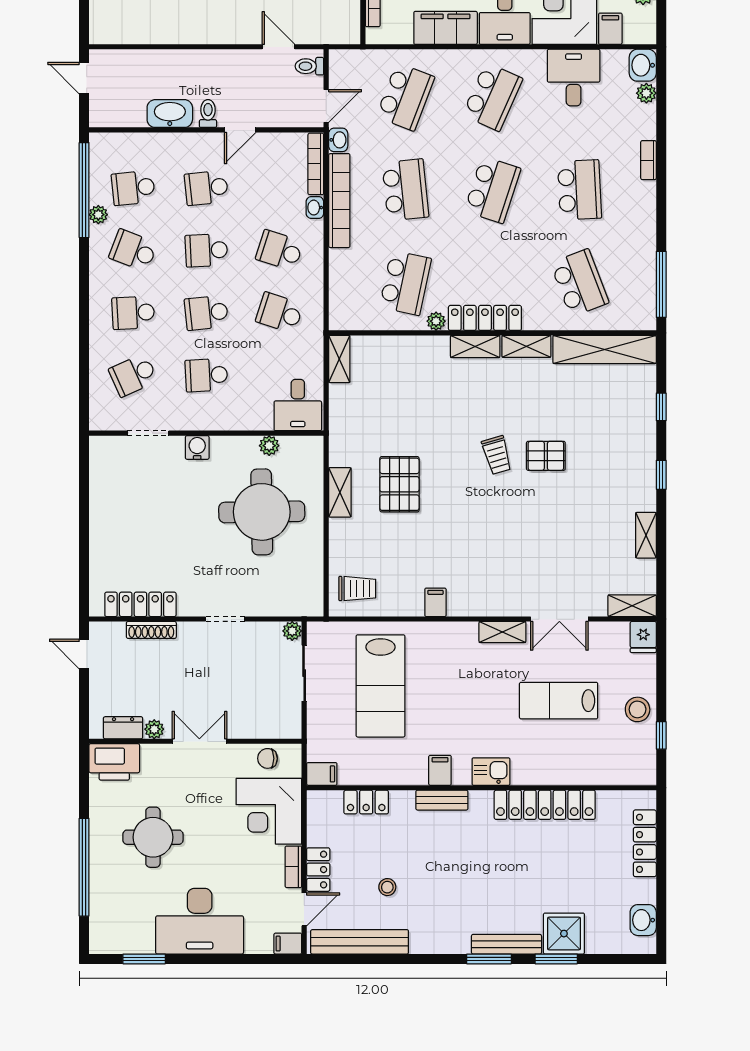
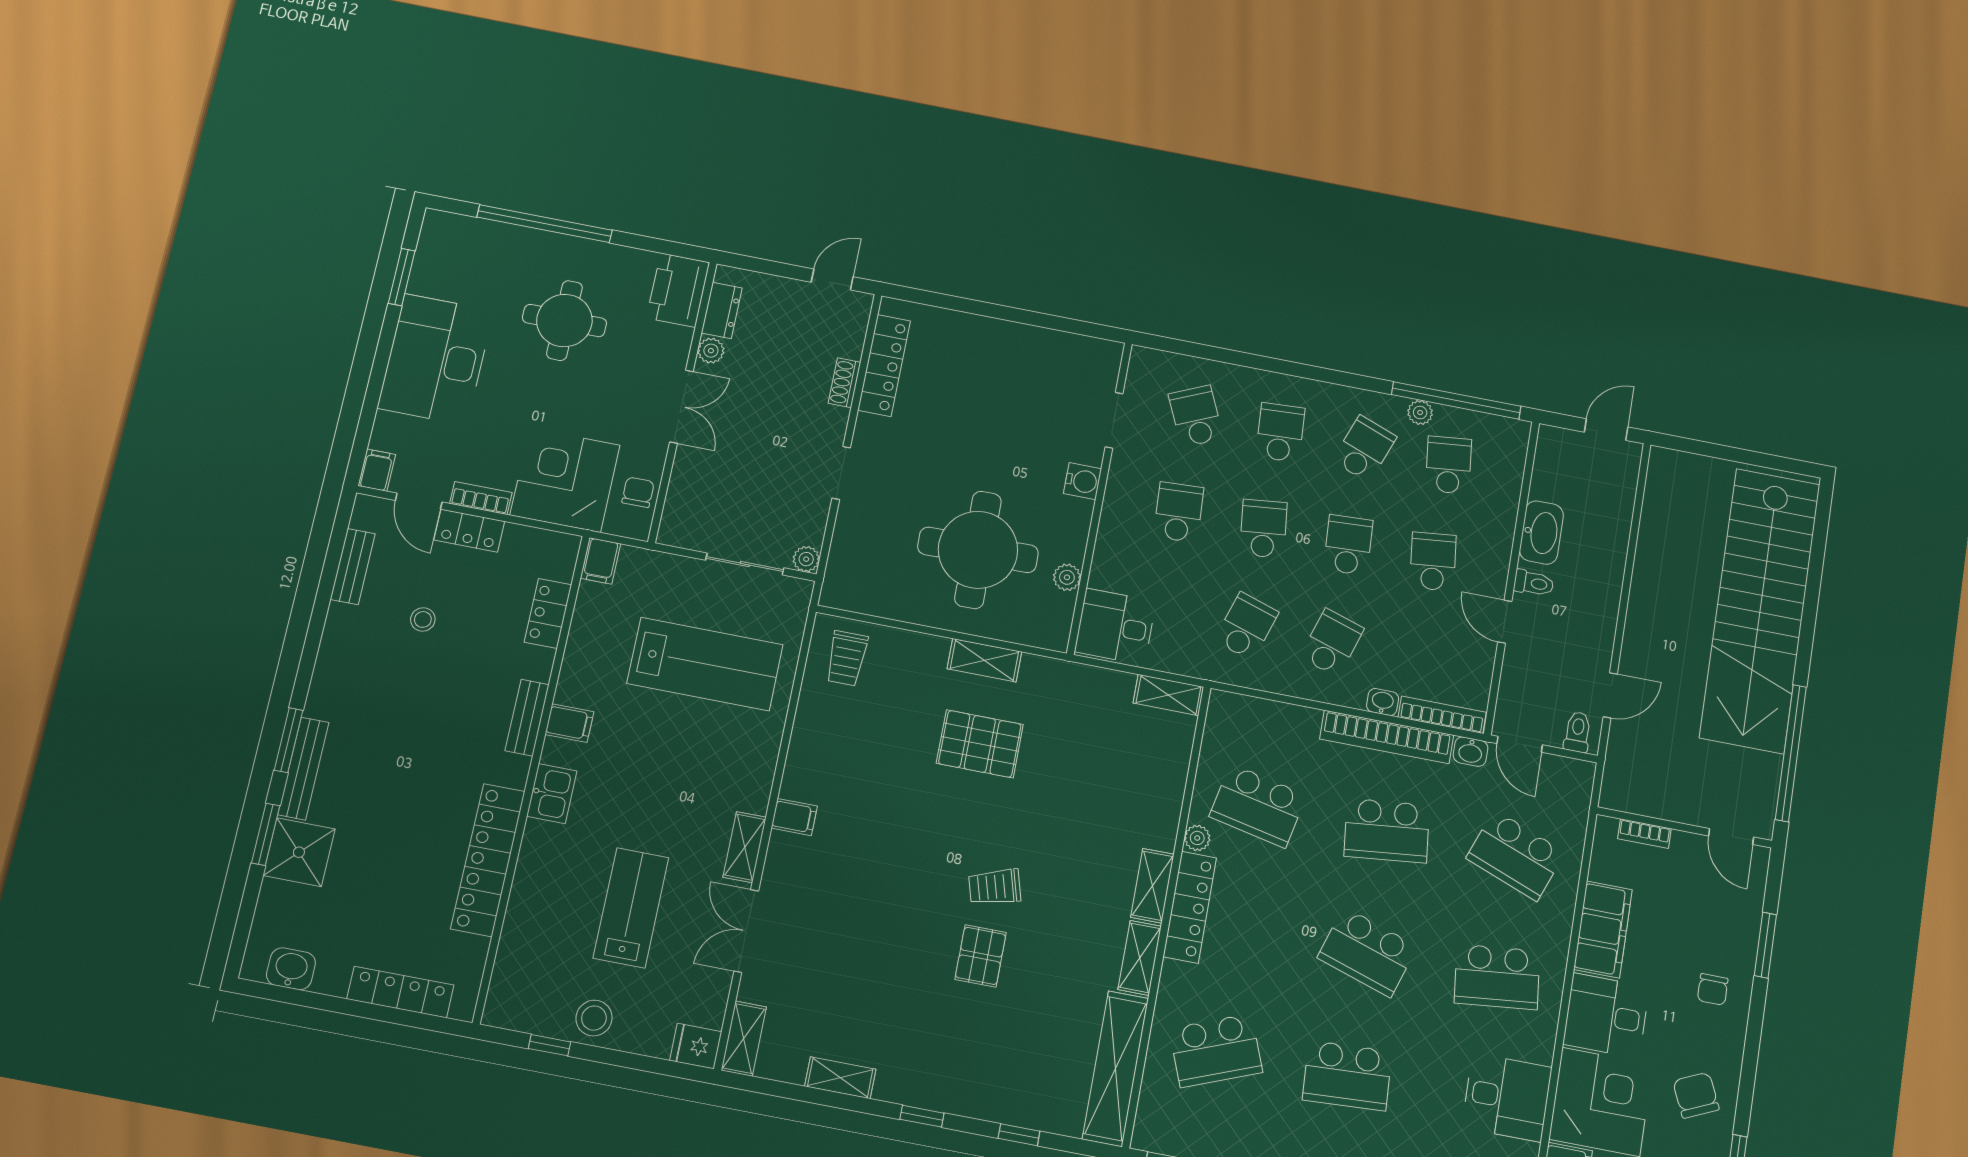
school desk: (492, 97) -> (1497, 977), turned -30
filing cabinet: (435, 602) -> (794, 817), moved
shoe rack: (151, 630) -> (844, 383), width x0.70
lab bench: (380, 686) -> (705, 664), turned 180
bench: (360, 942) -> (353, 567), width x0.54, depth x0.82

